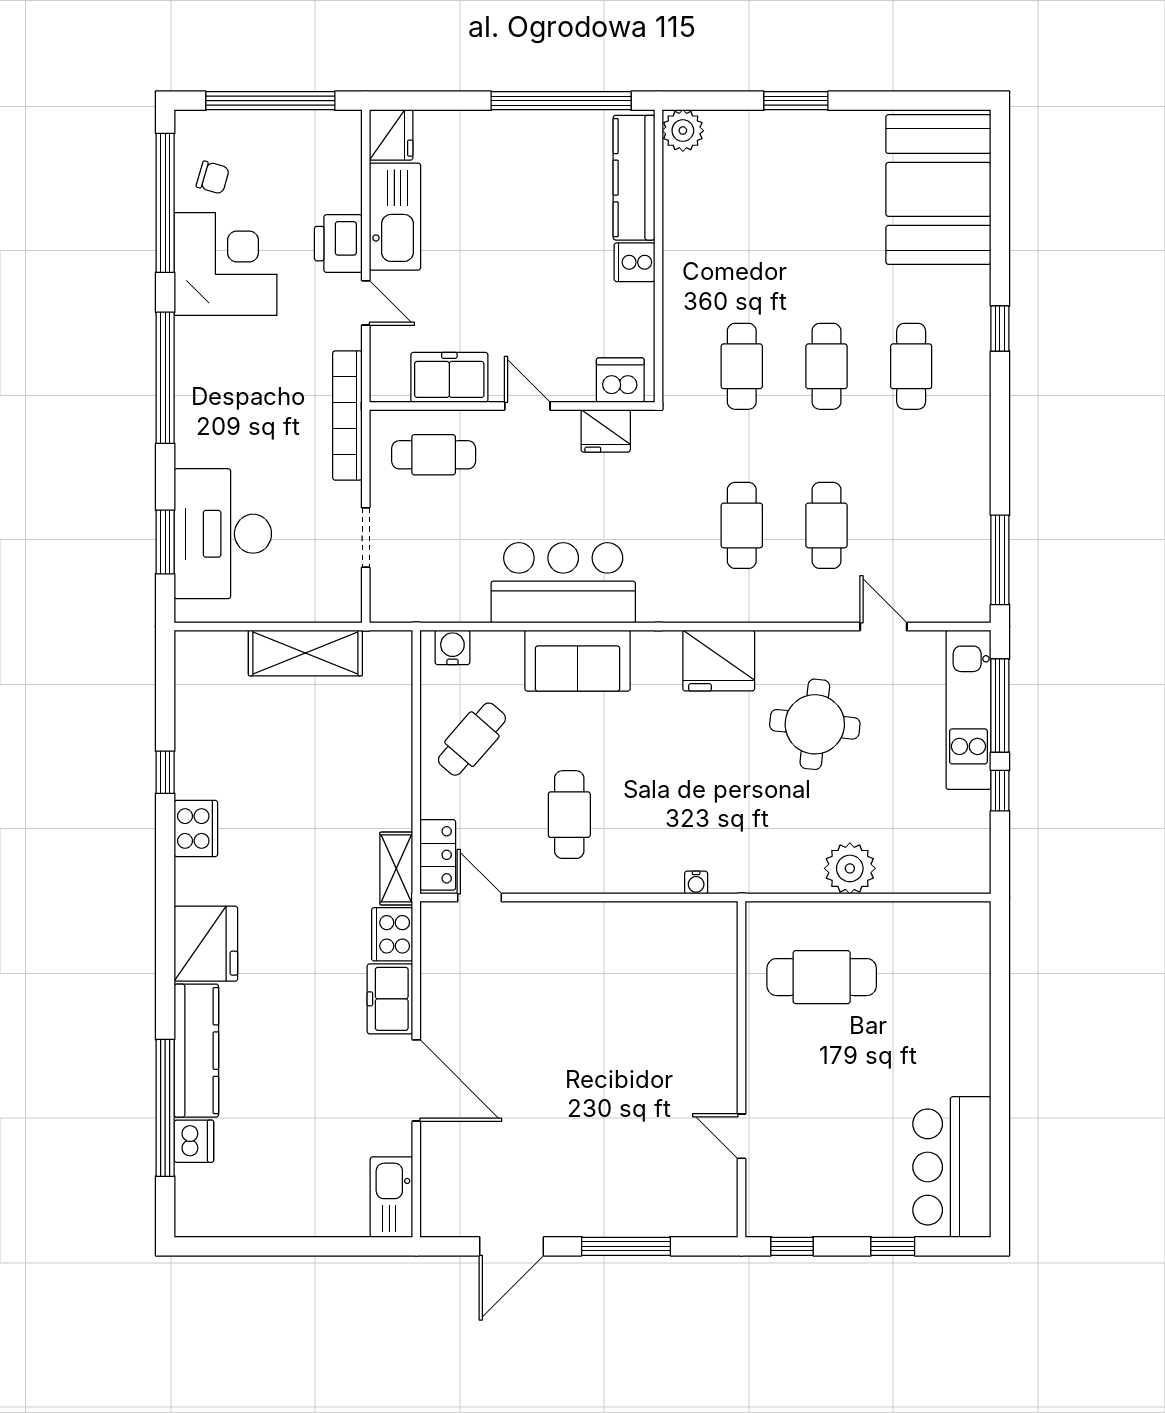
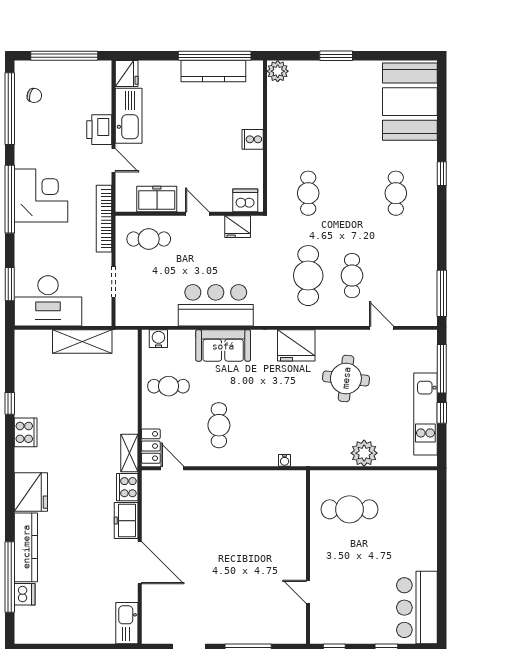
kitchen counter: (634, 178) -> (213, 71), moved, turned -90
corner desk: (226, 264) -> (41, 196), moved
cafe table: (826, 366) -> (352, 193), removed
cafe table: (742, 525) -> (308, 276), width x1.37, depth x1.35
desk: (223, 534) -> (48, 301), moved, turned -90
kitchen unit: (968, 710) -> (425, 414), moved
cafe table: (472, 739) -> (169, 386), turned 49

